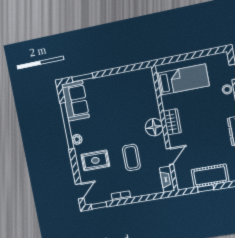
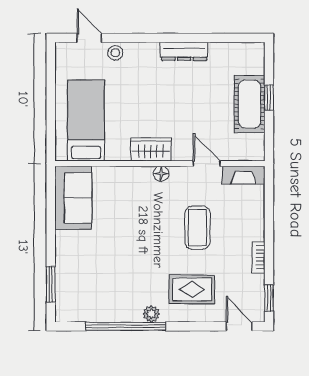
sofa: (75, 101) -> (73, 198), moved, turned 90
floor lamp: (154, 127) -> (161, 174), width x0.53, depth x0.53
coffee table: (131, 157) -> (197, 228), turned 90
rug: (95, 160) -> (192, 289), turned 90
window: (206, 188) -> (269, 98), moved

